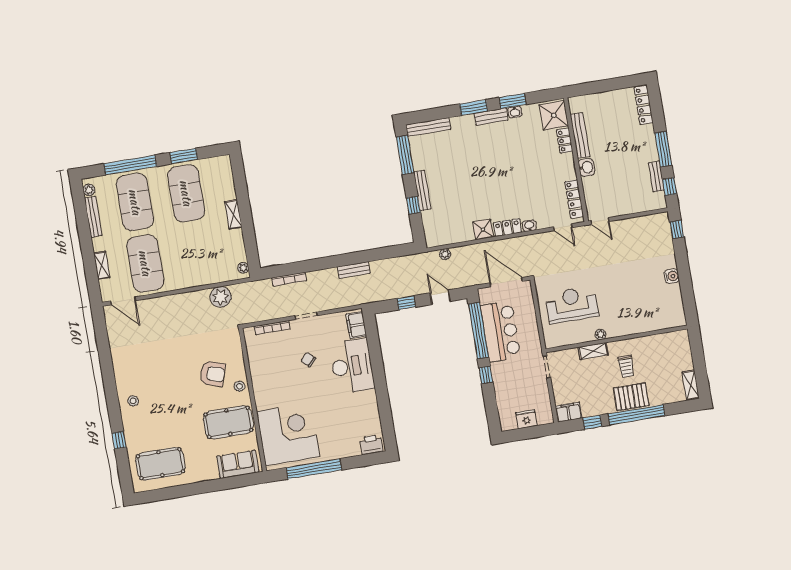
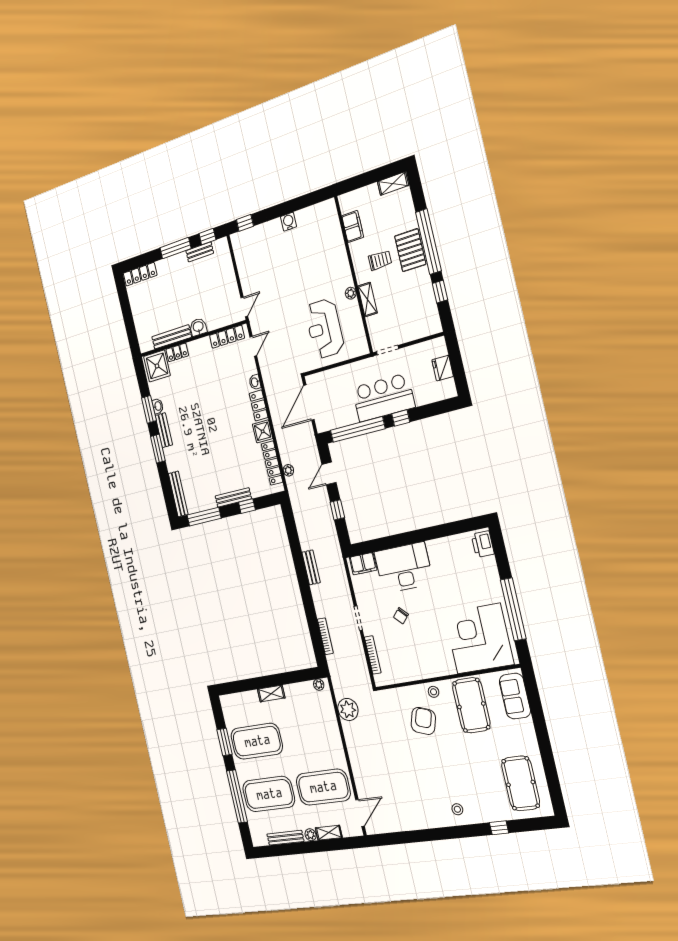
plant: (89, 190) -> (311, 835), moved
locker: (453, 237) -> (272, 463), added
bar counter: (501, 332) -> (383, 398), moved
filing cabinet: (569, 412) -> (353, 226), moved, turned 180

